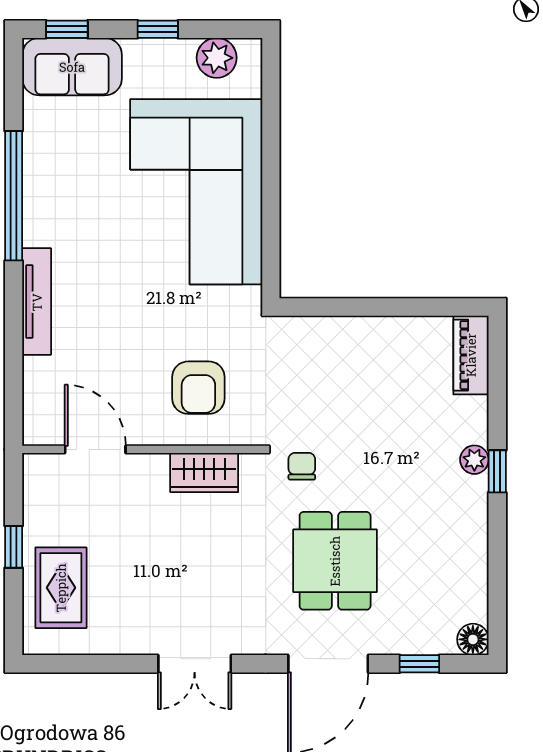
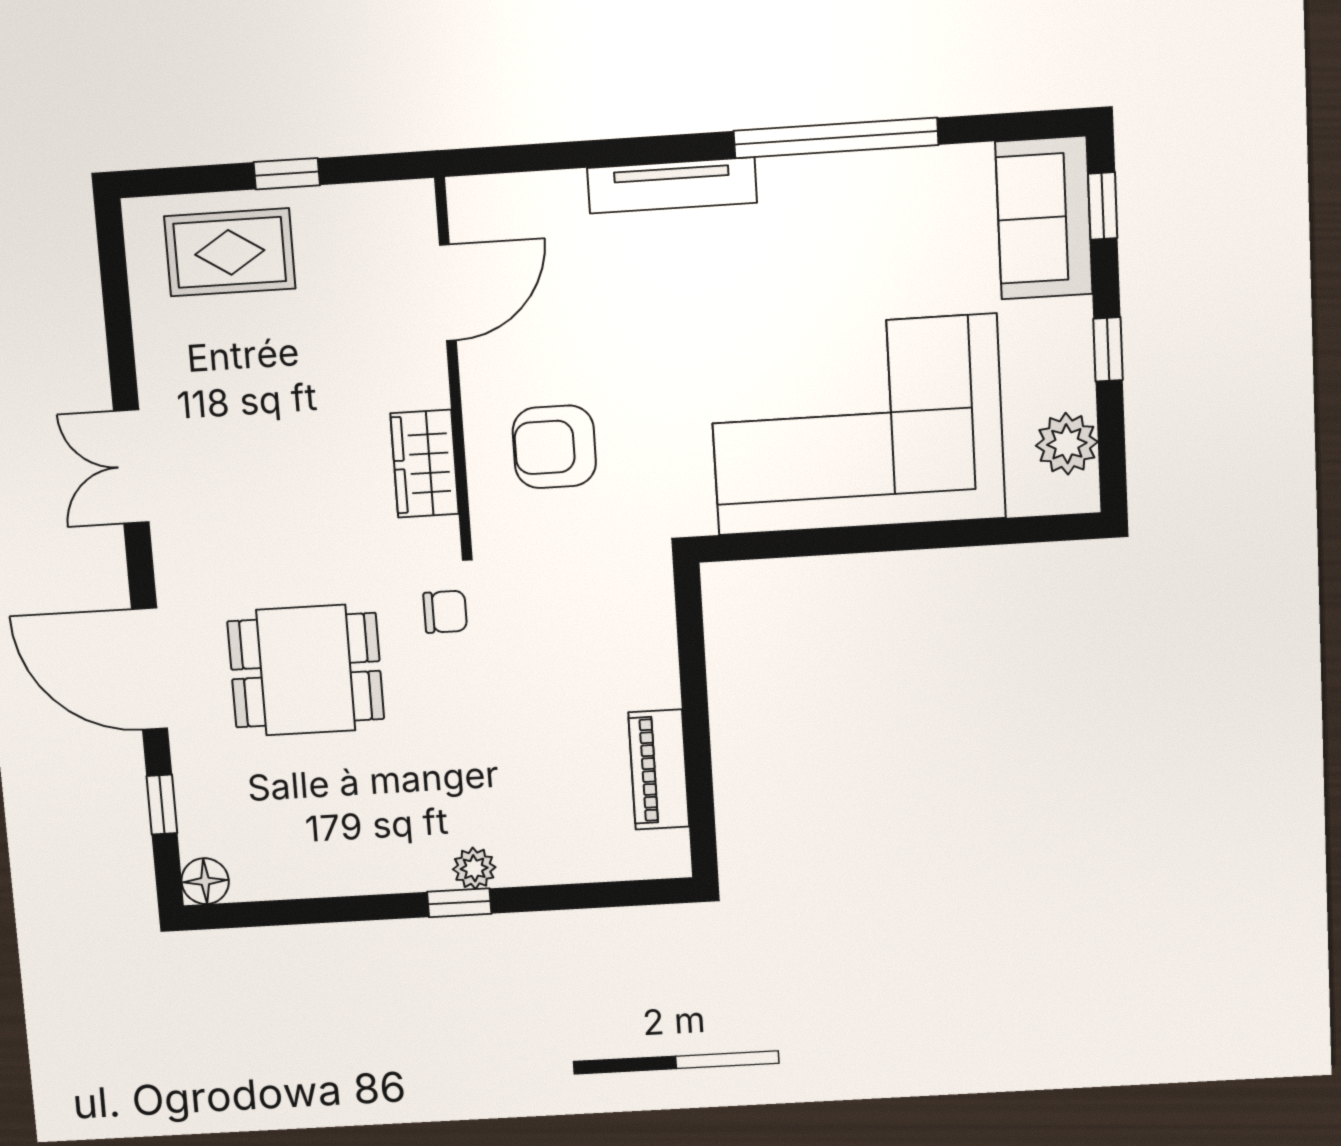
piano: (471, 355) -> (659, 769), moved, turned -90

